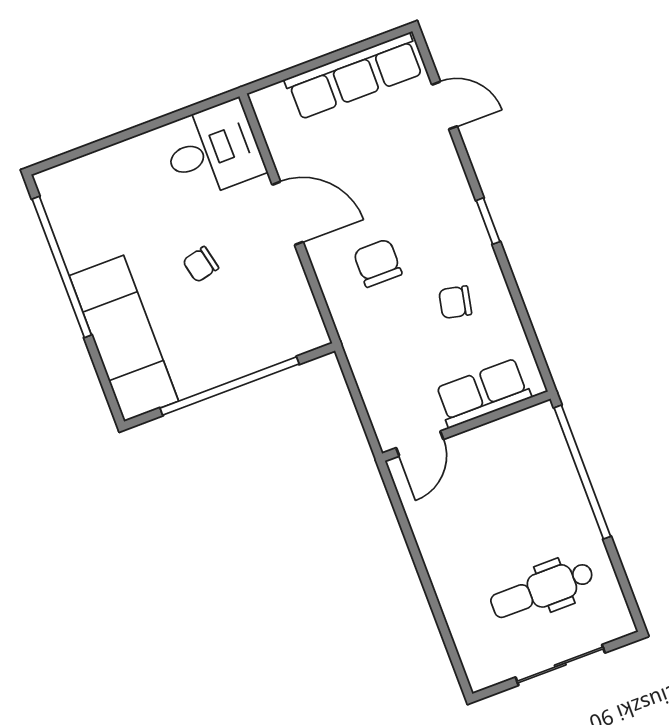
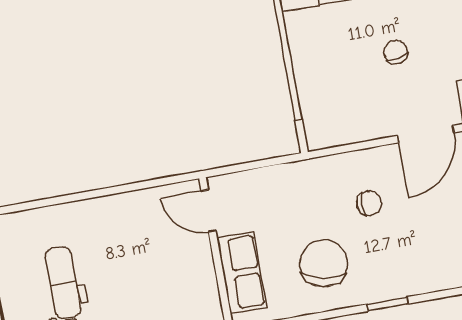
chair: (378, 263) -> (369, 203), width x0.73, depth x0.73
chair: (455, 302) -> (324, 263), width x1.87, depth x1.87

